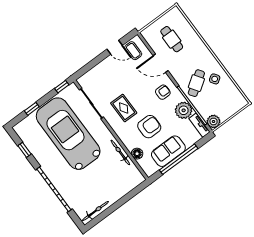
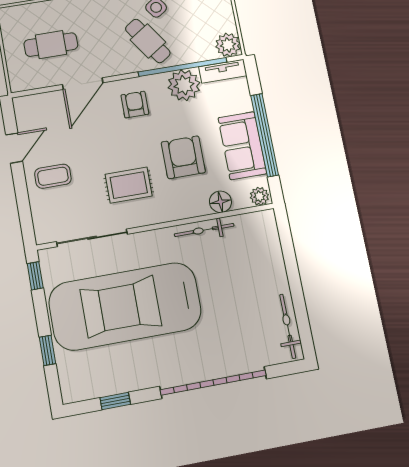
coffee table: (133, 51) -> (53, 176), moved
plant: (149, 170) -> (259, 196), added

